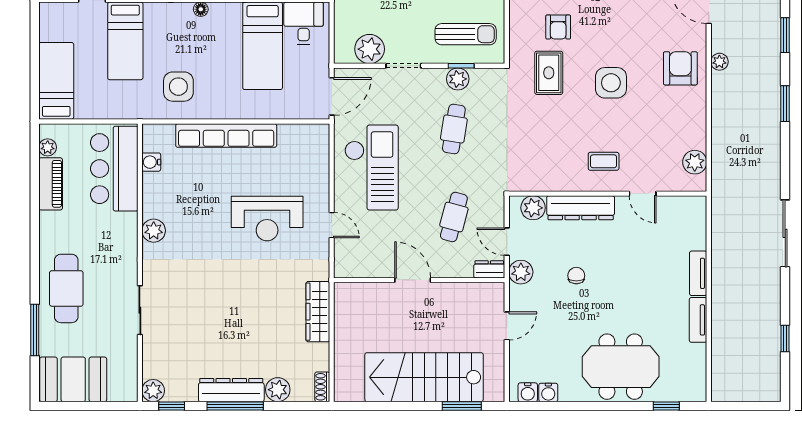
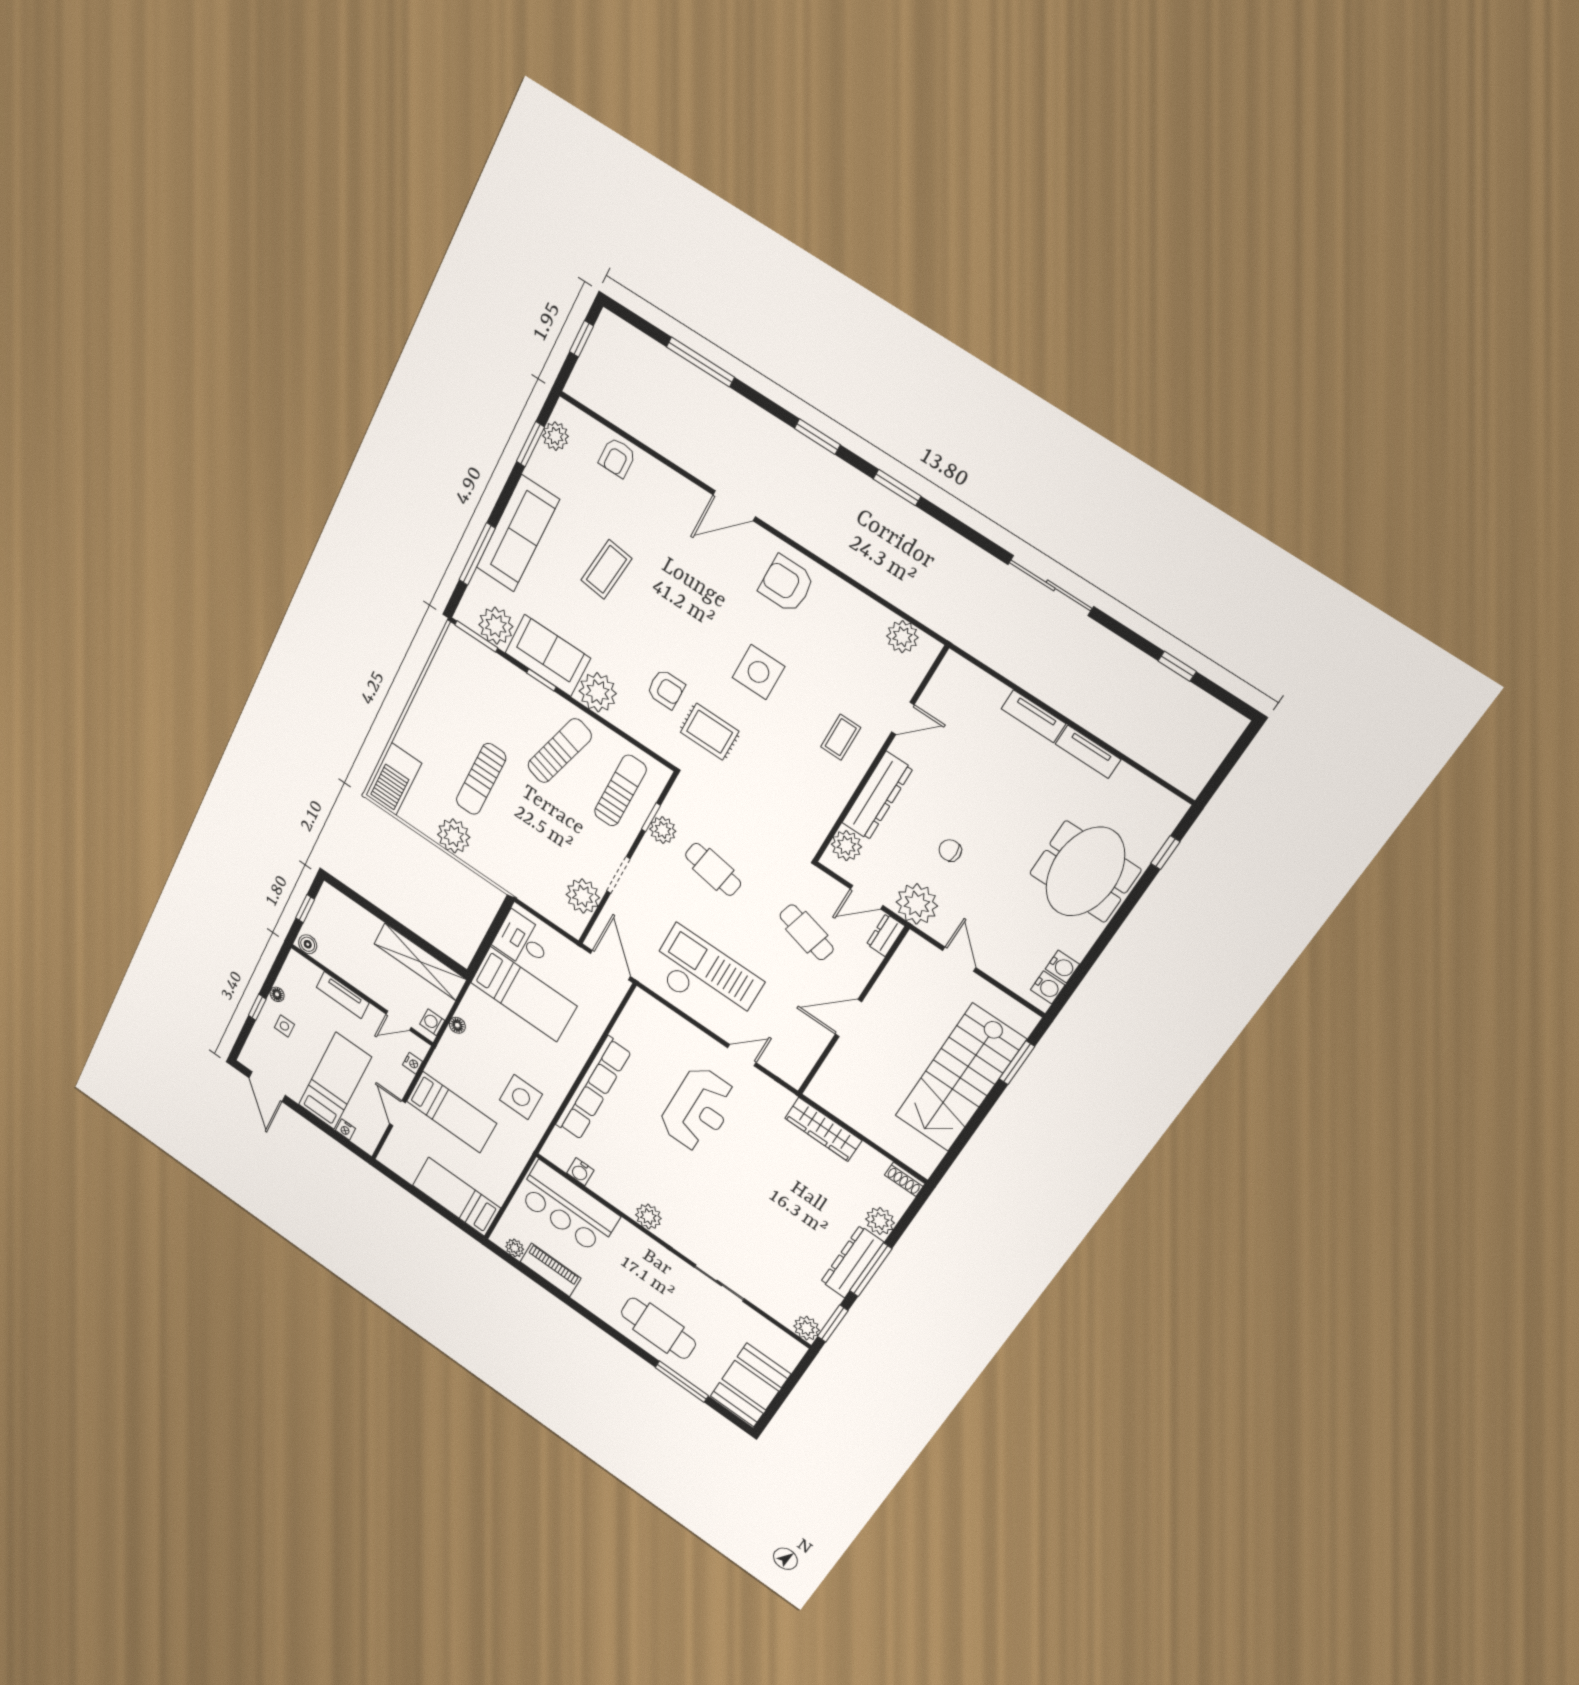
plant: (719, 62) -> (804, 534), removed
plant: (521, 272) -> (917, 904), width x1.36, depth x1.36
window: (172, 406) -> (833, 1324), width x1.50

